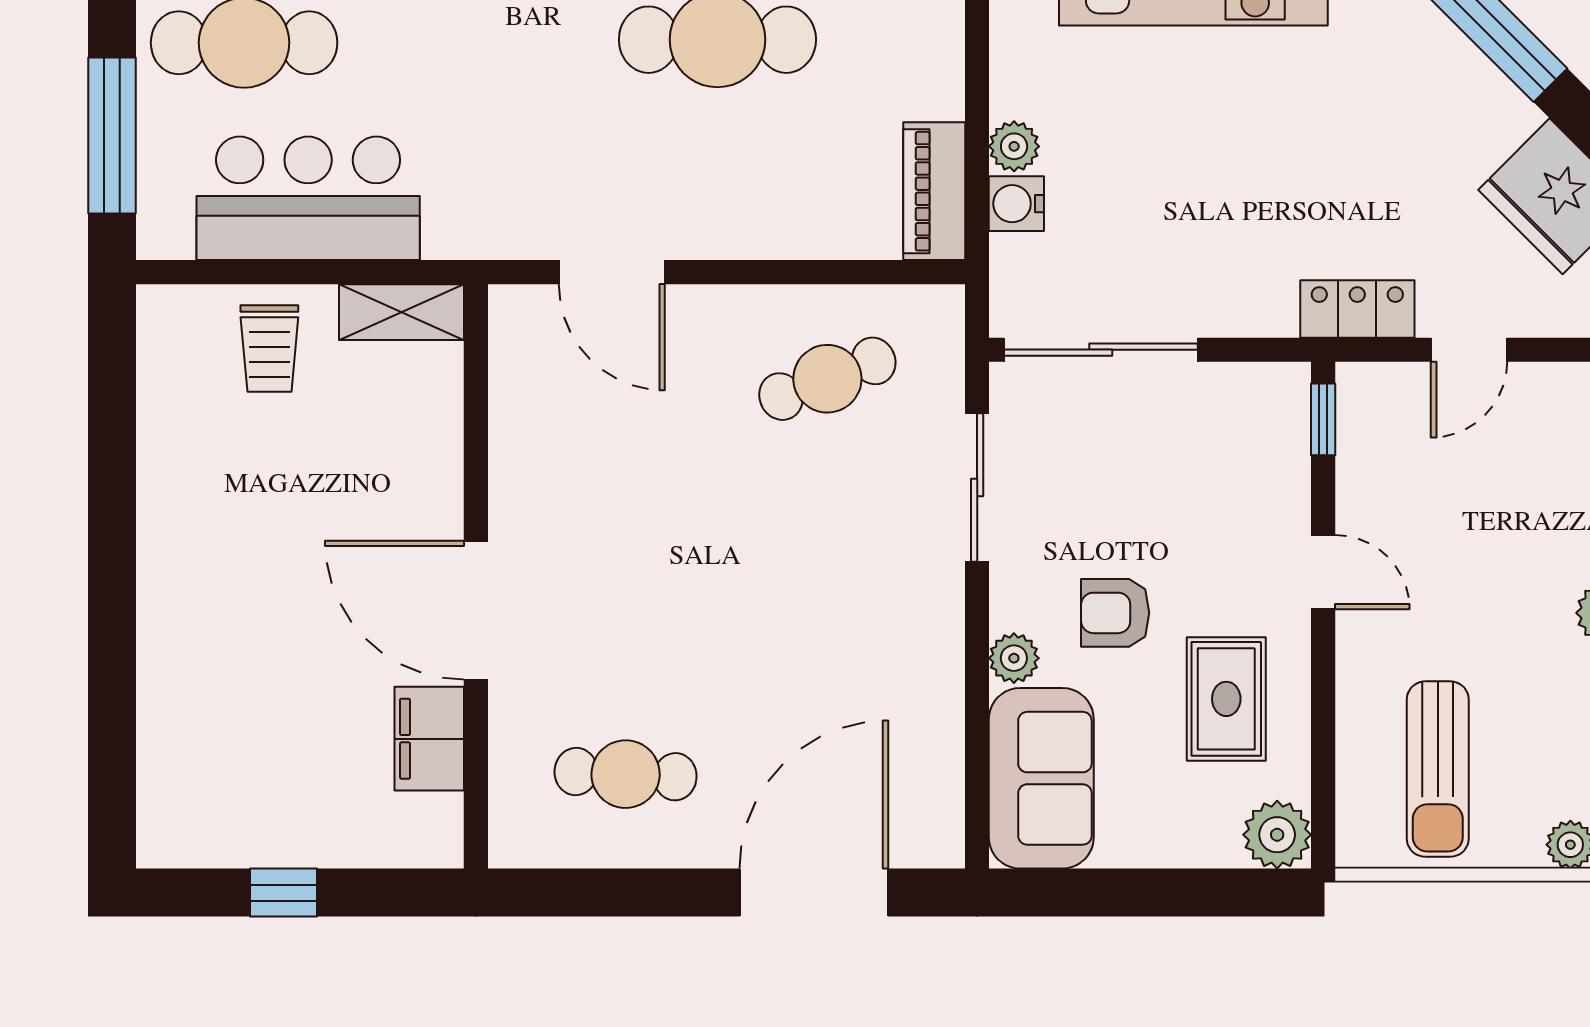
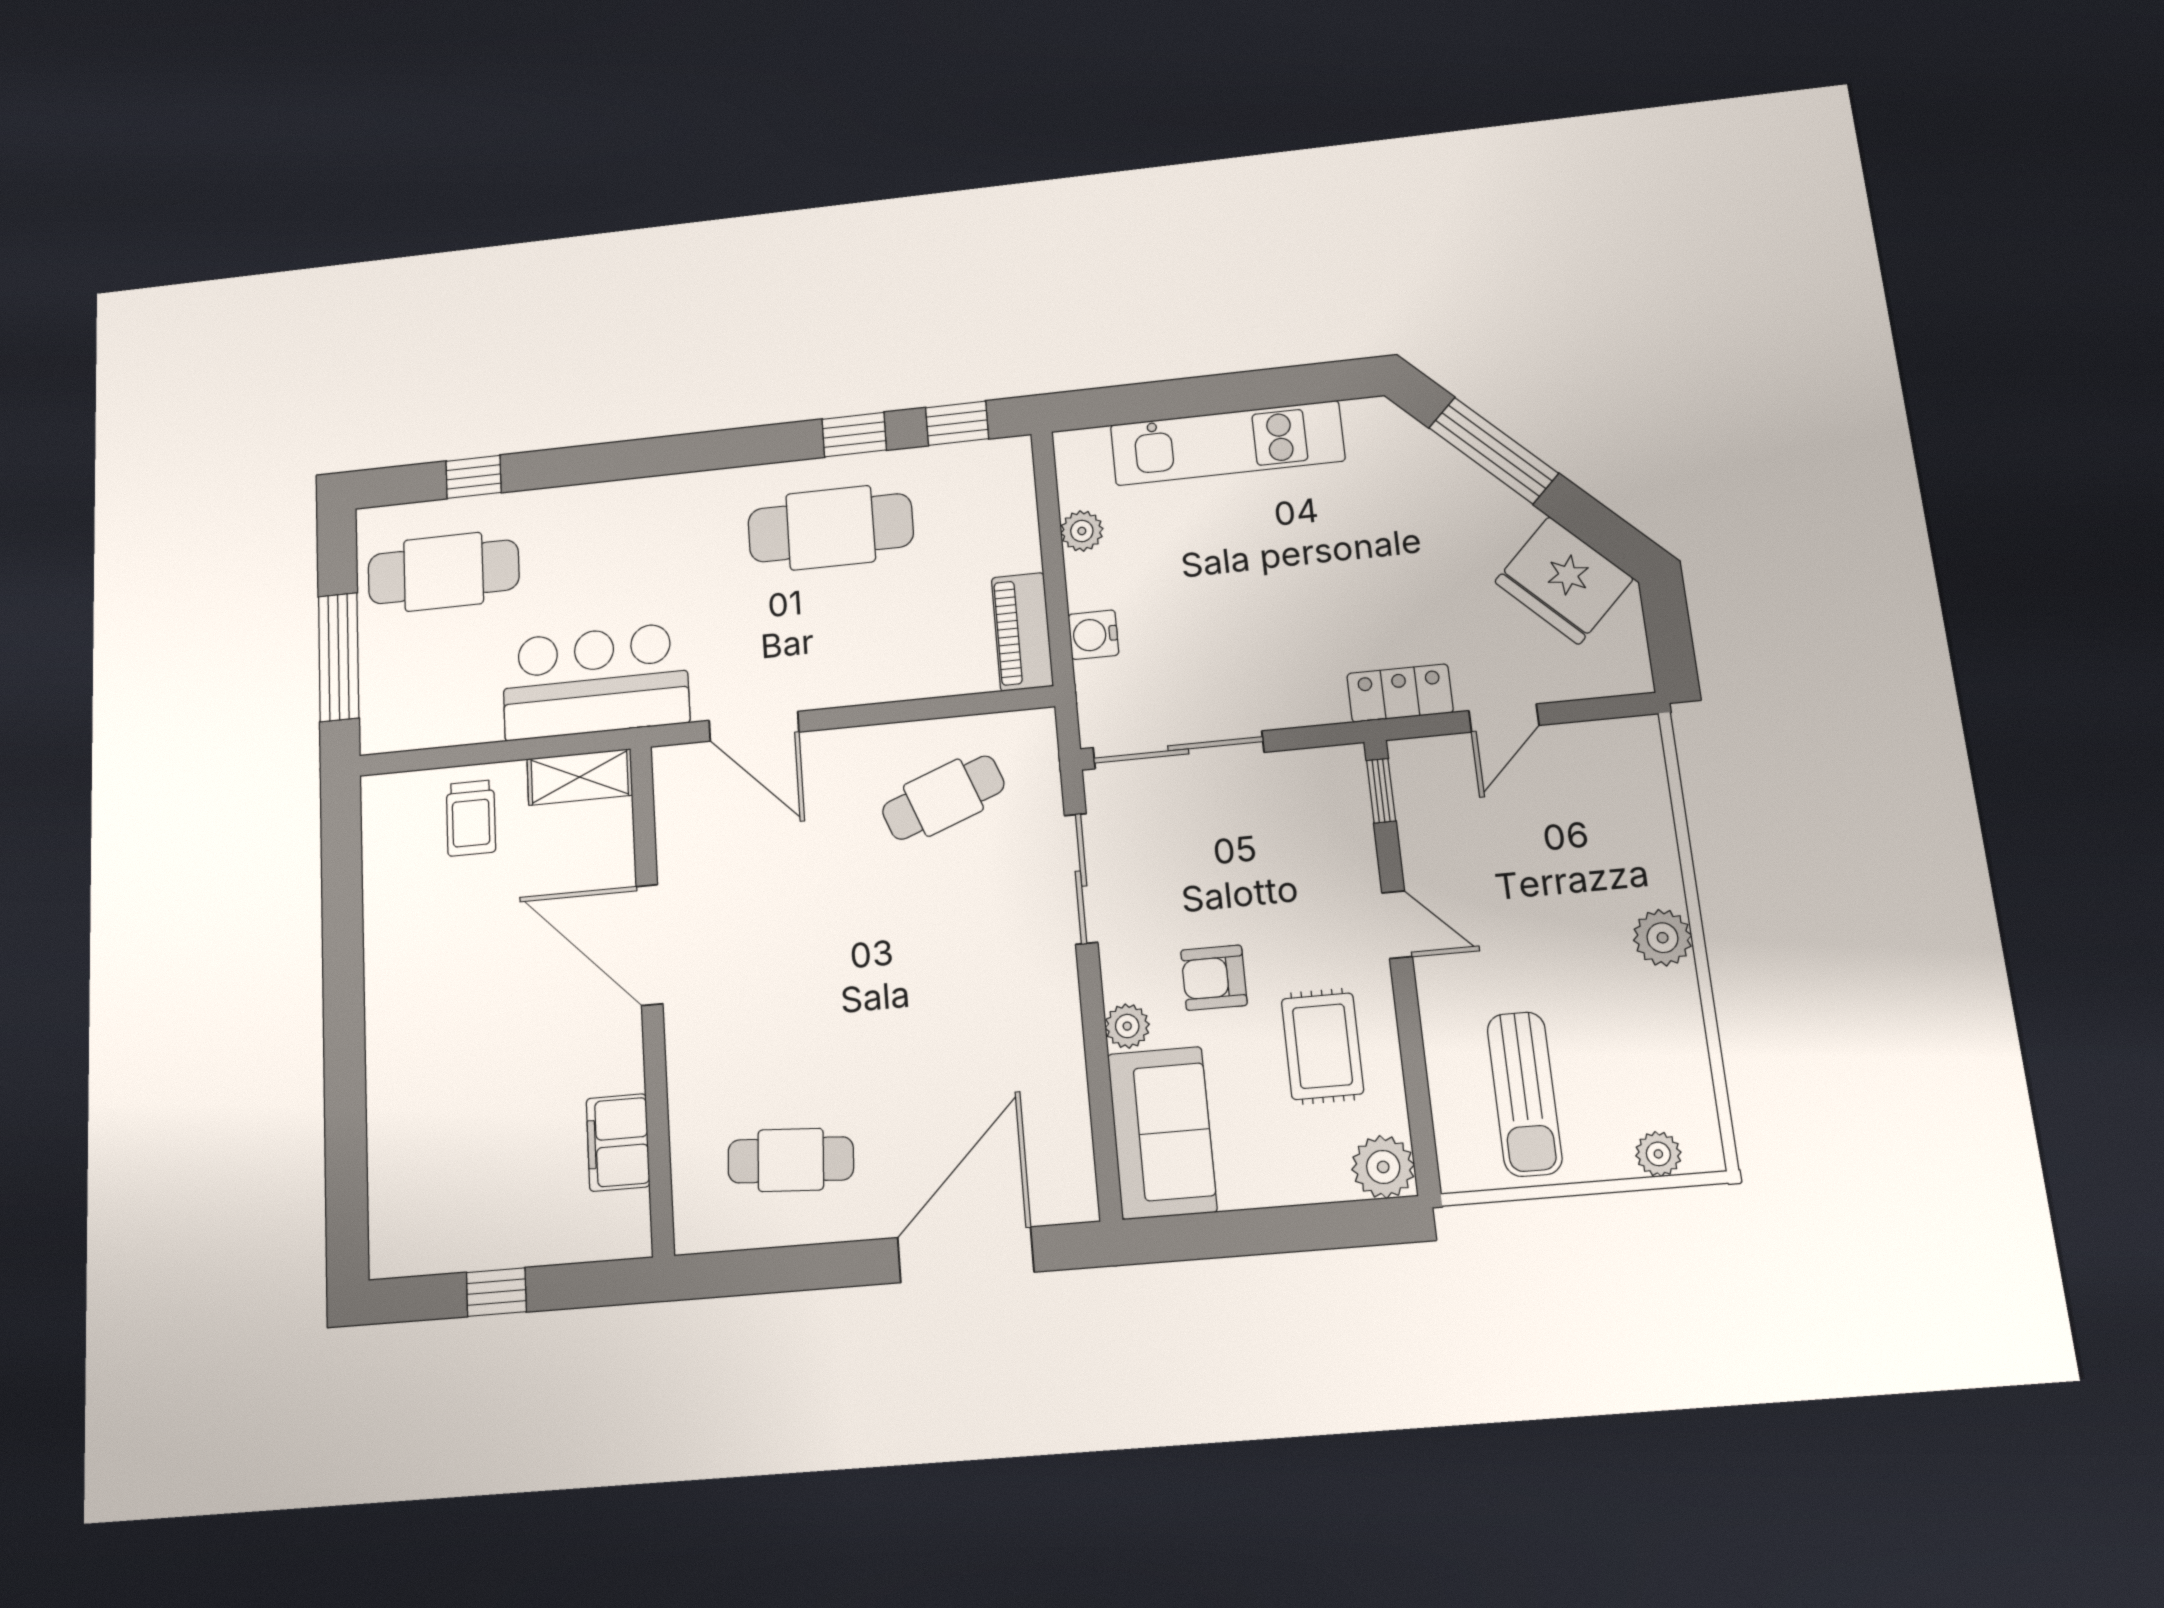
plant: (1014, 146) -> (1082, 531), moved
bar counter: (308, 198) -> (595, 681), moved
door: (476, 610) -> (650, 945), moved

